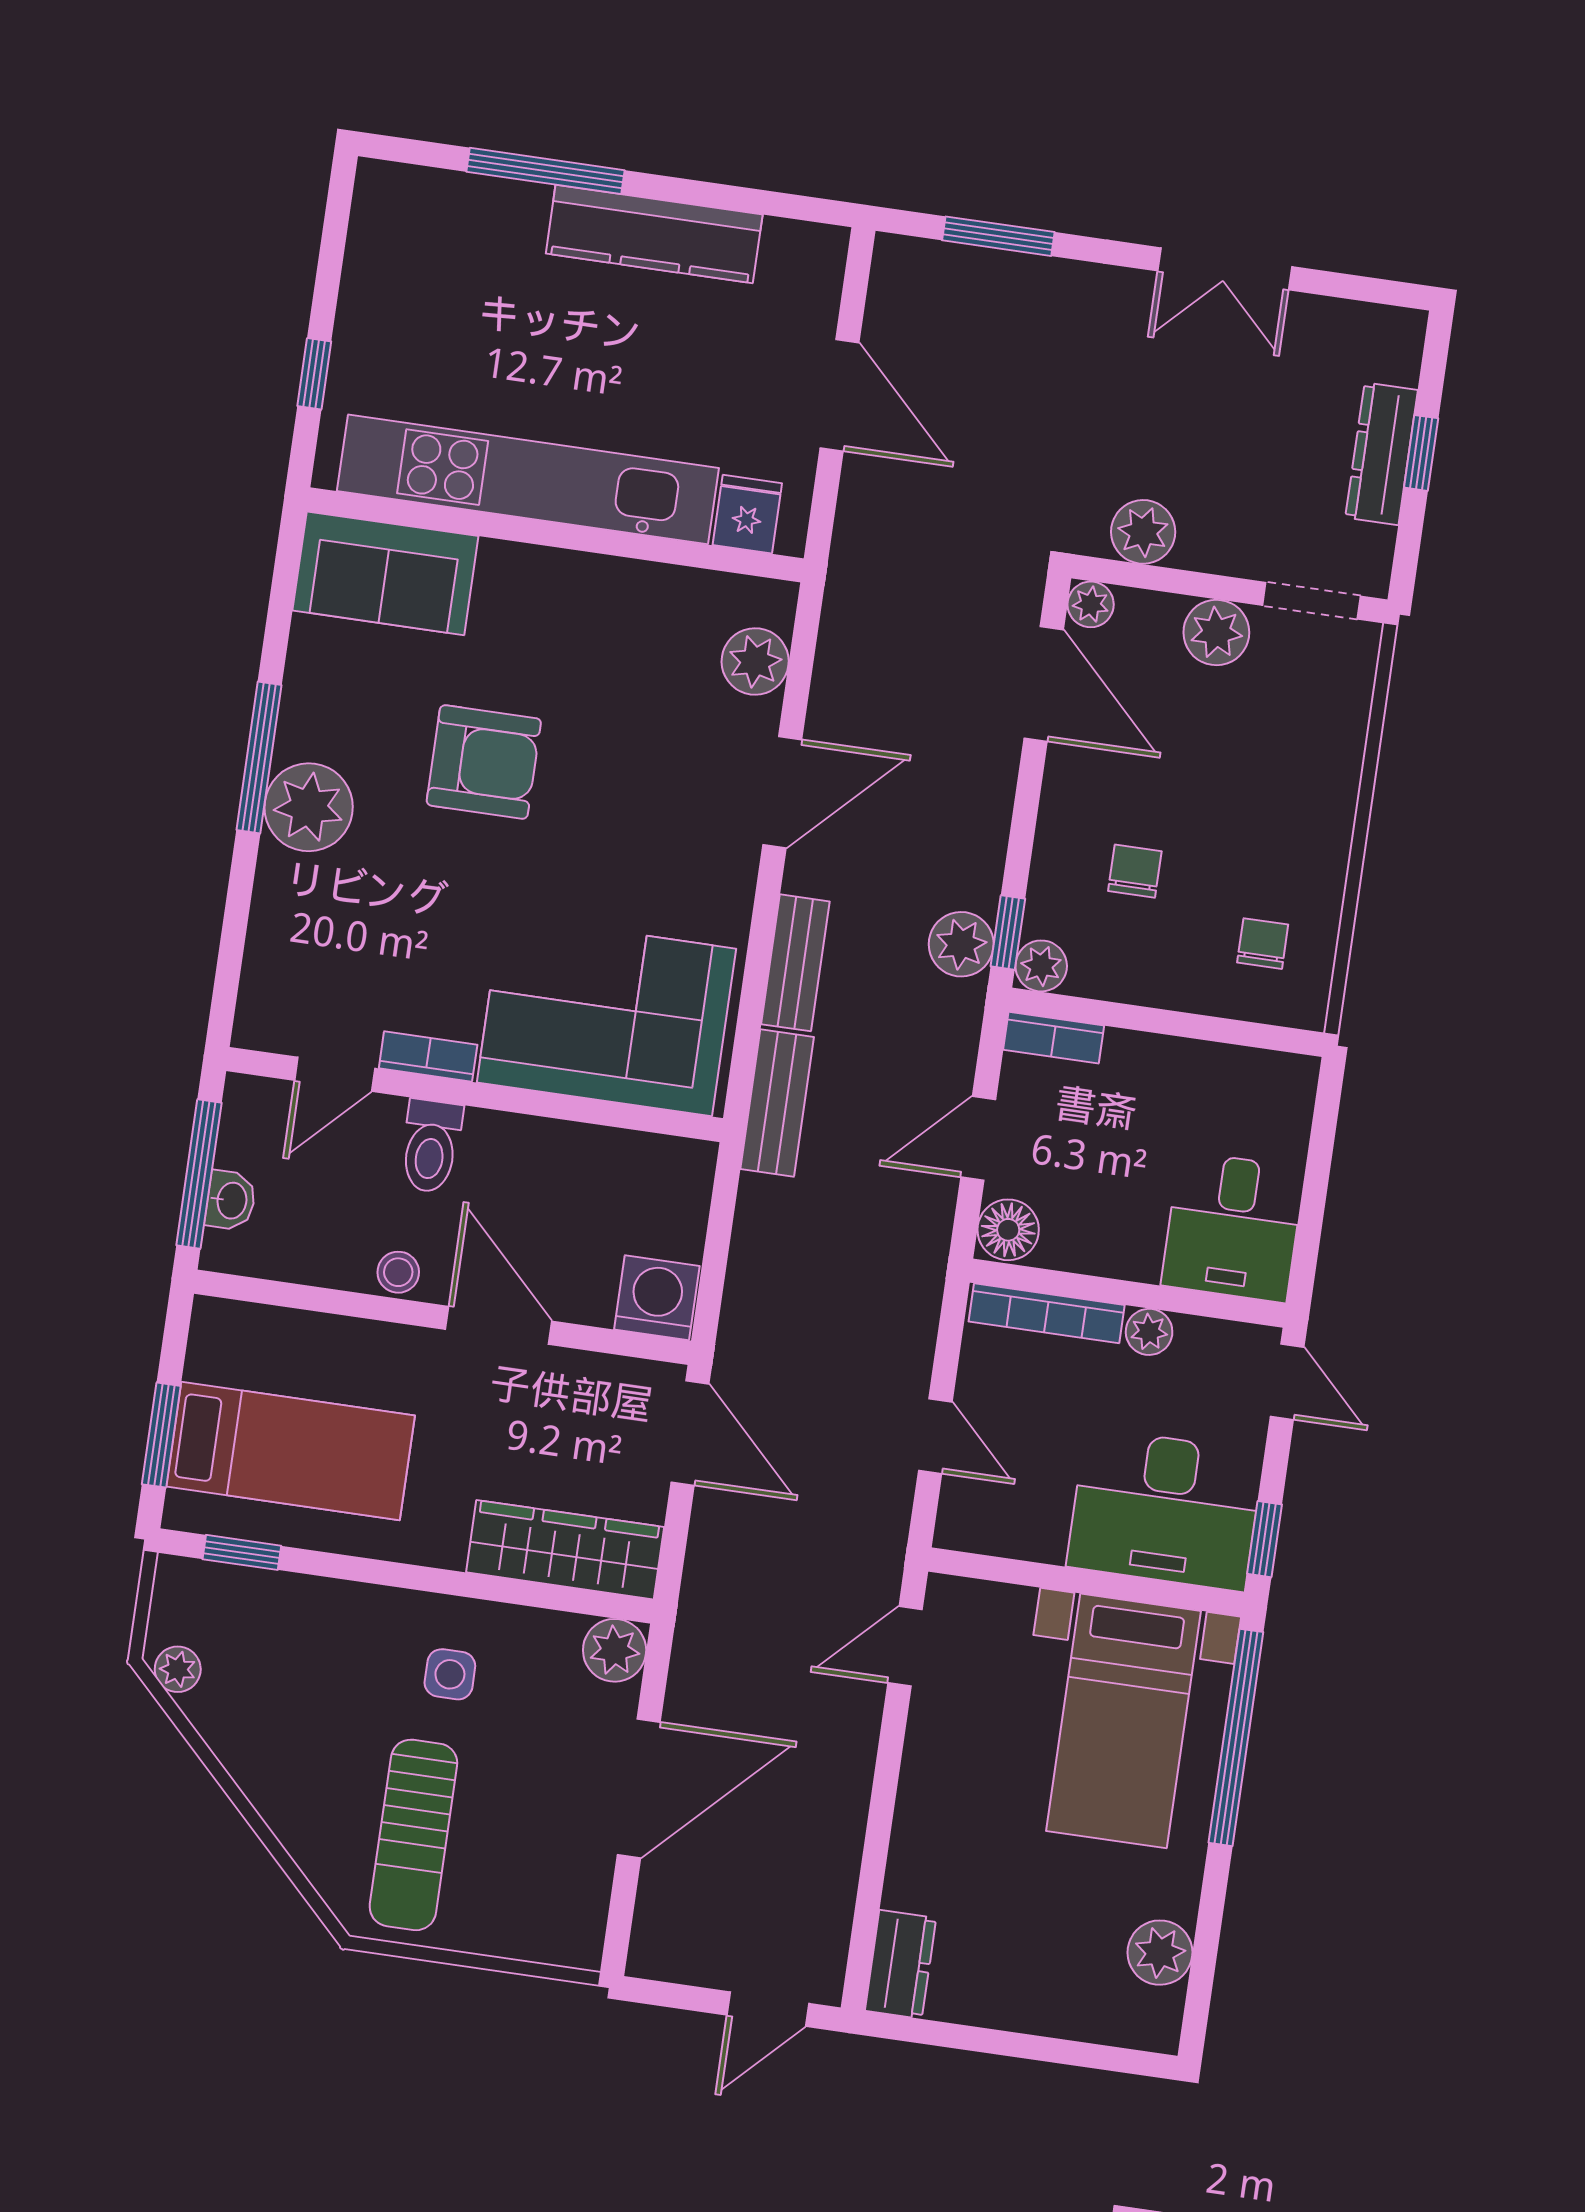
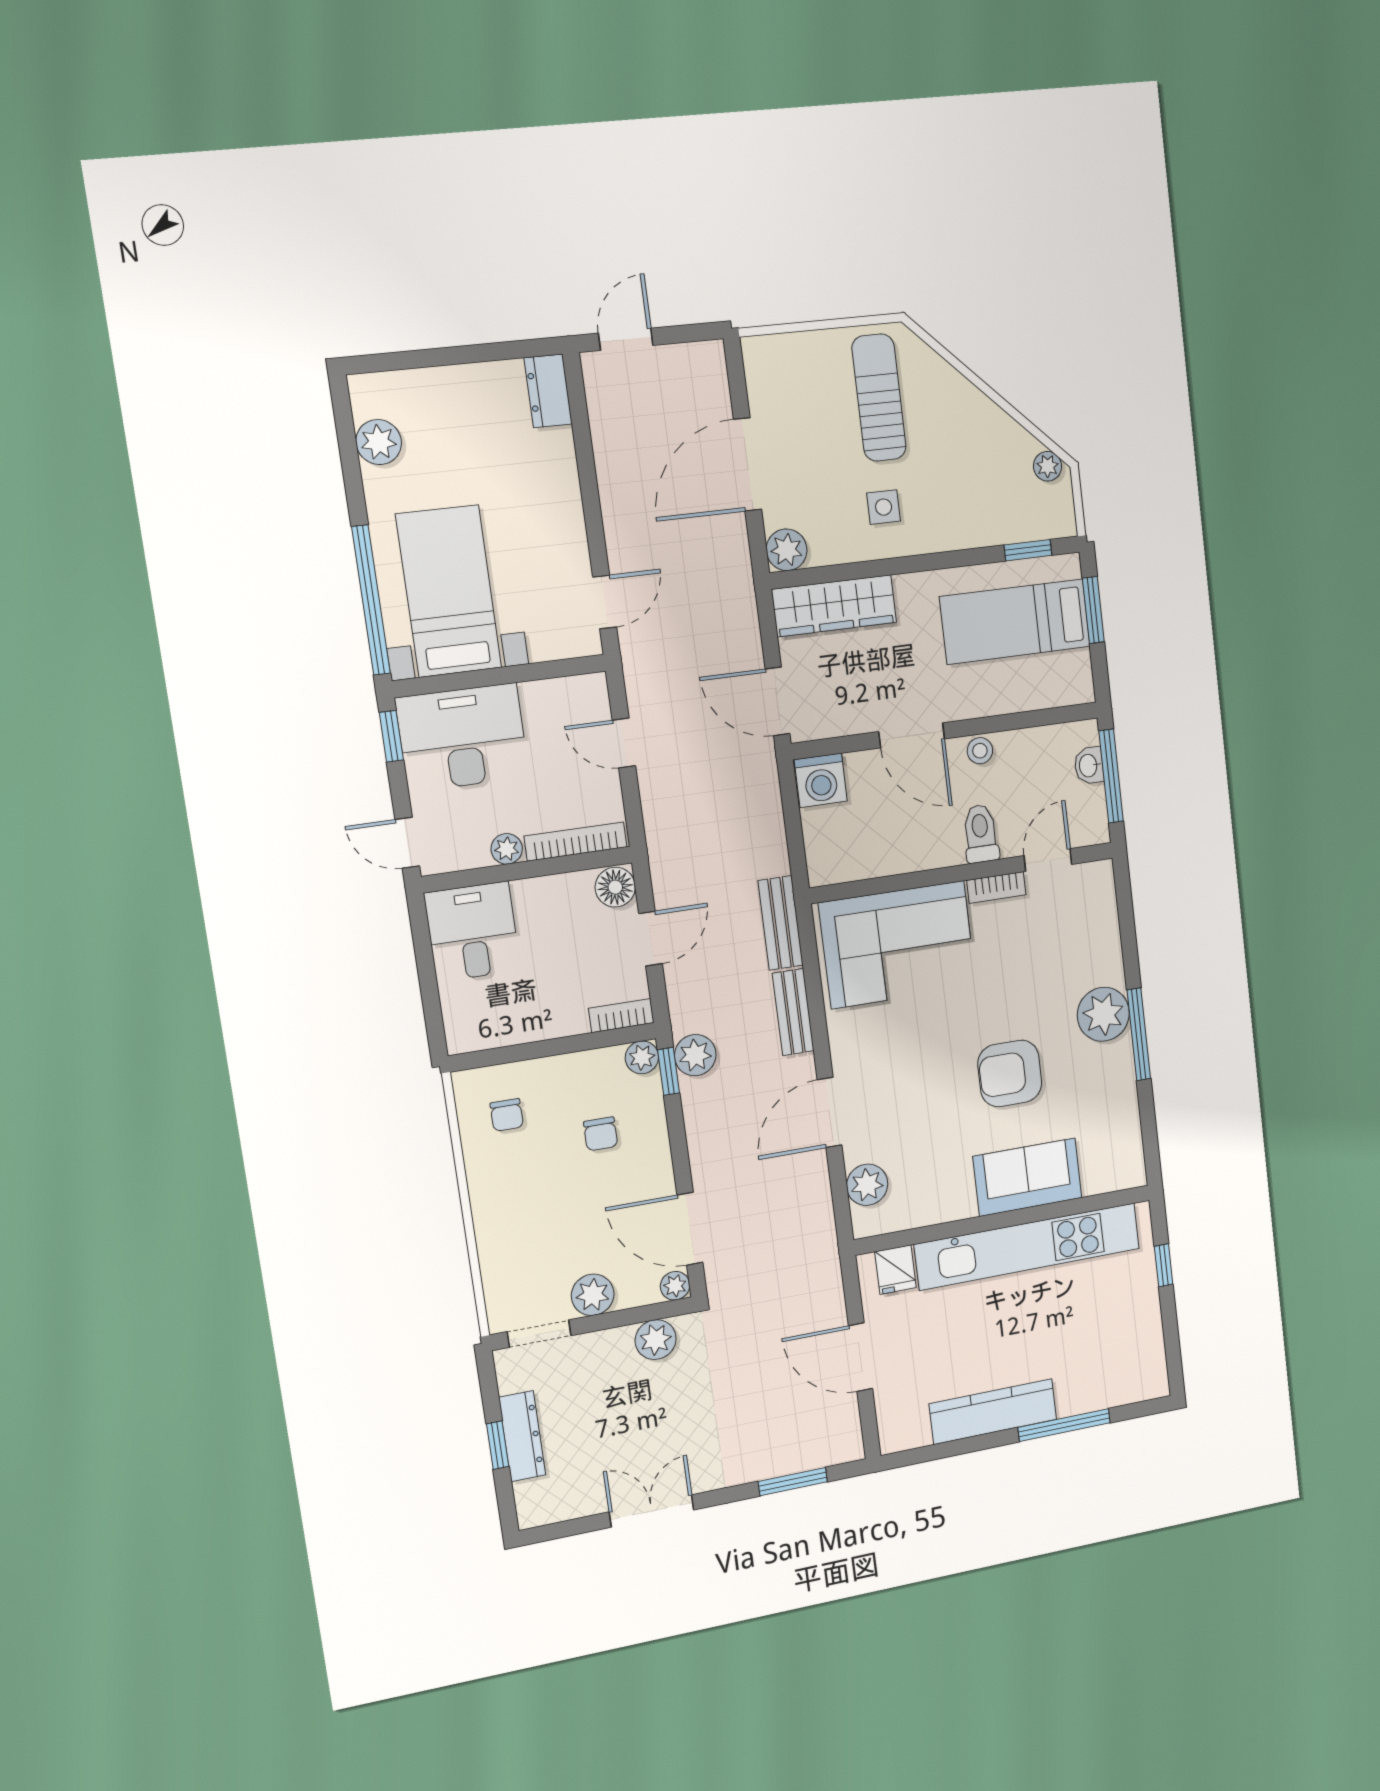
sofa: (385, 573) -> (1027, 1177), moved

